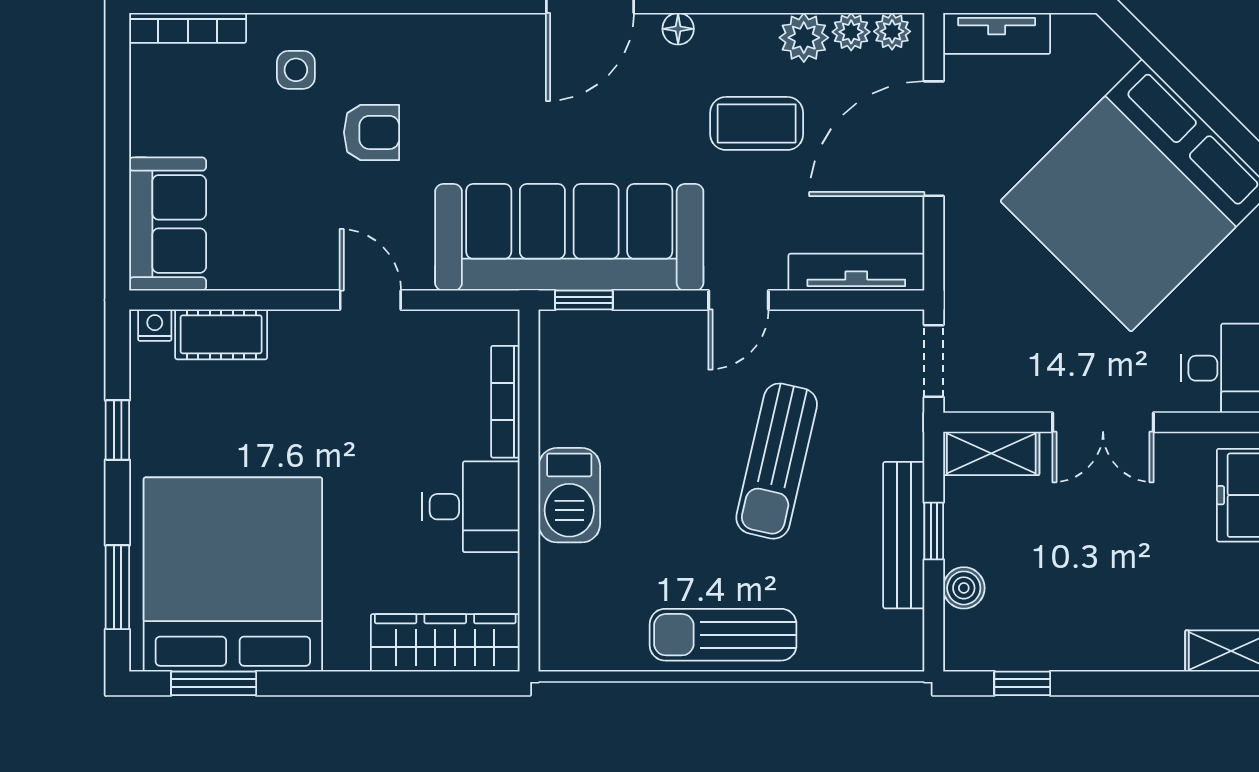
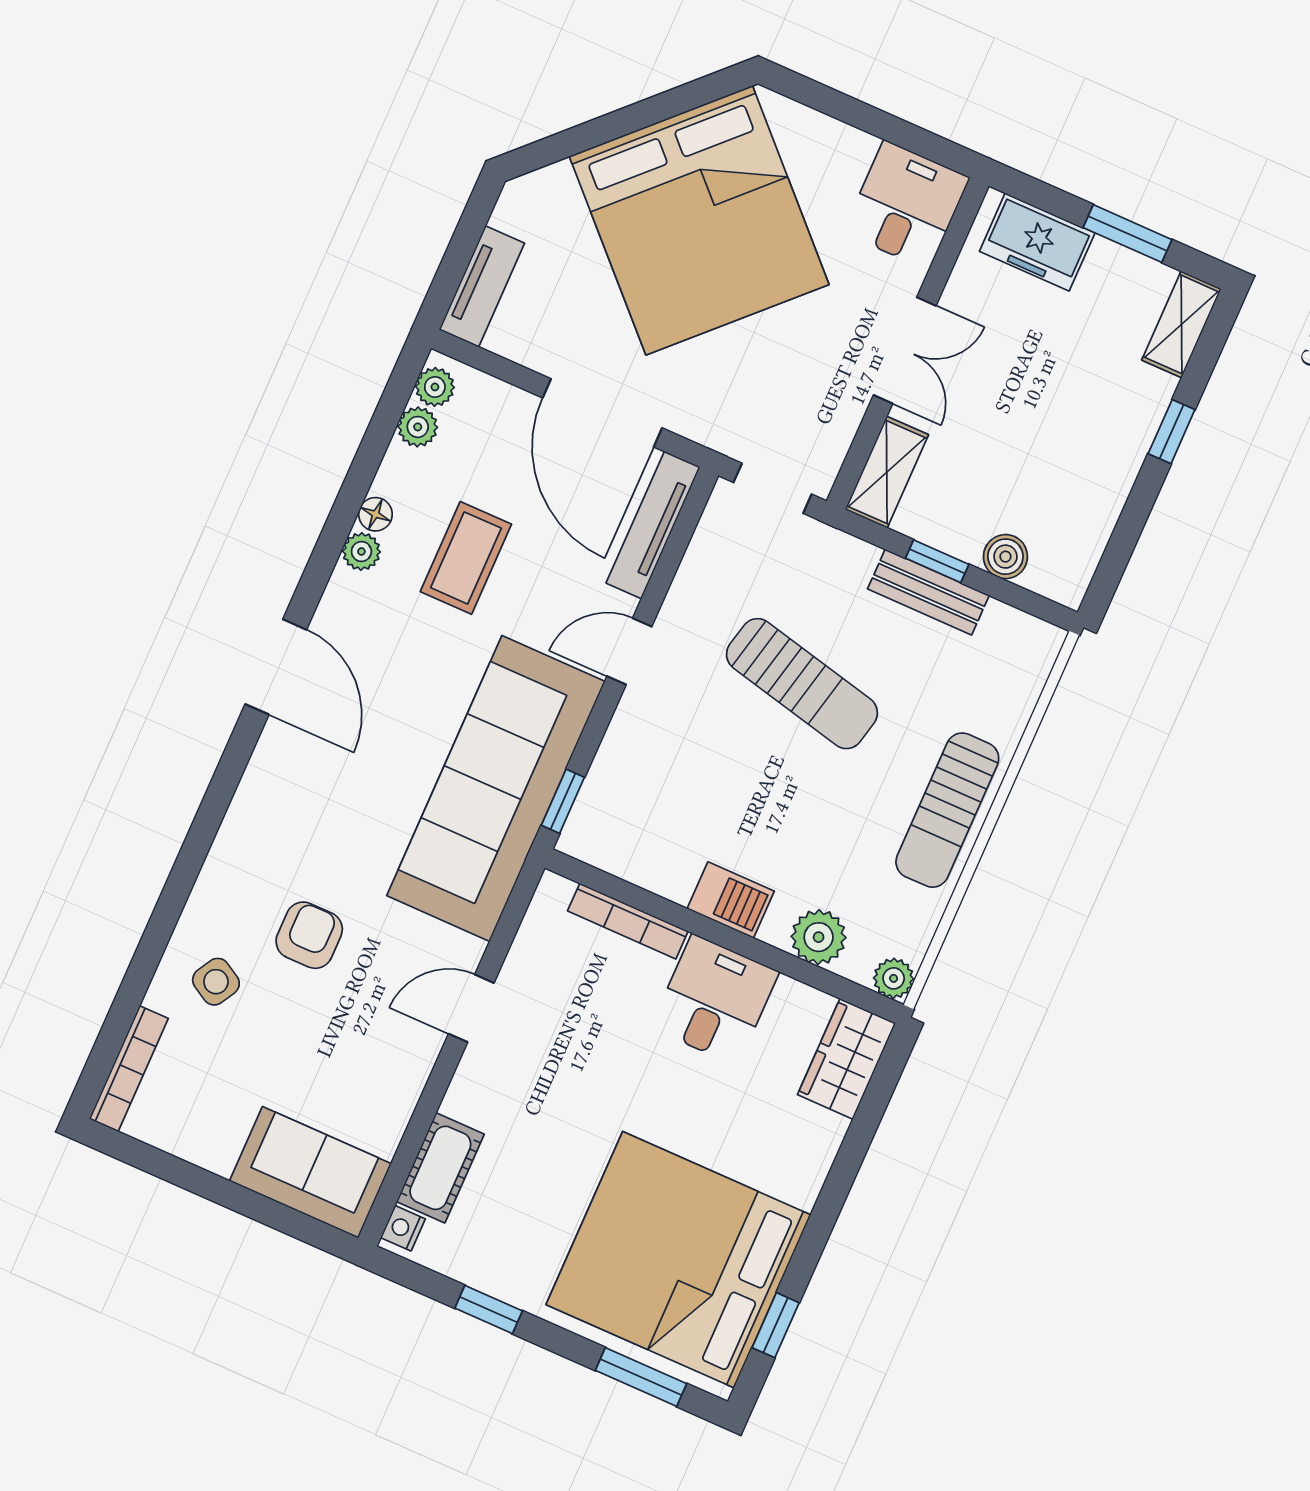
floor lamp: (678, 29) -> (375, 514), moved
plant: (804, 38) -> (361, 551), moved, width x0.73, depth x0.73
side table: (296, 70) -> (216, 982), turned 30
door: (934, 139) -> (602, 413), moved
door: (738, 300) -> (629, 651), swing flipped
barbecue: (569, 495) -> (731, 900), width x0.73, depth x0.79
bench: (904, 535) -> (928, 592), width x0.73
plant: (564, 572) -> (819, 937), added
wardrobe: (445, 643) -> (847, 1059), width x0.67
plant: (558, 653) -> (894, 978), added
window: (214, 683) -> (776, 1325), width x0.67
window: (1022, 683) -> (1172, 432), moved

